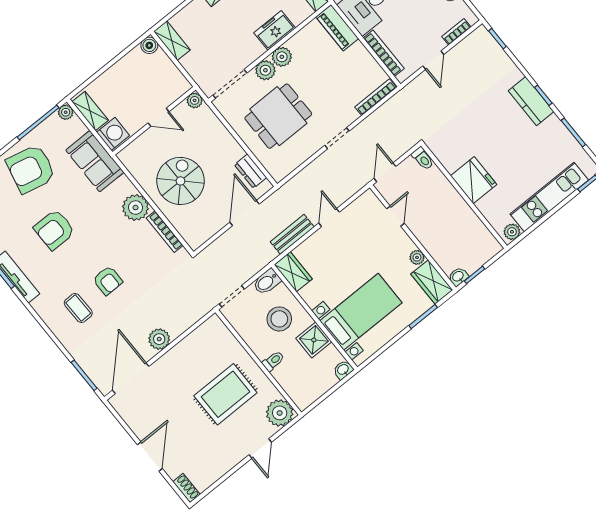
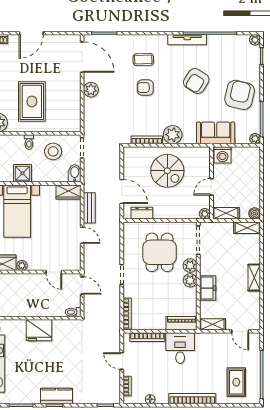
shelving: (90, 111) -> (226, 213), moved
armchair: (54, 230) -> (196, 81), turned -148
stool: (279, 319) -> (53, 151), moved
door: (150, 457) -> (31, 33), hinge flipped

